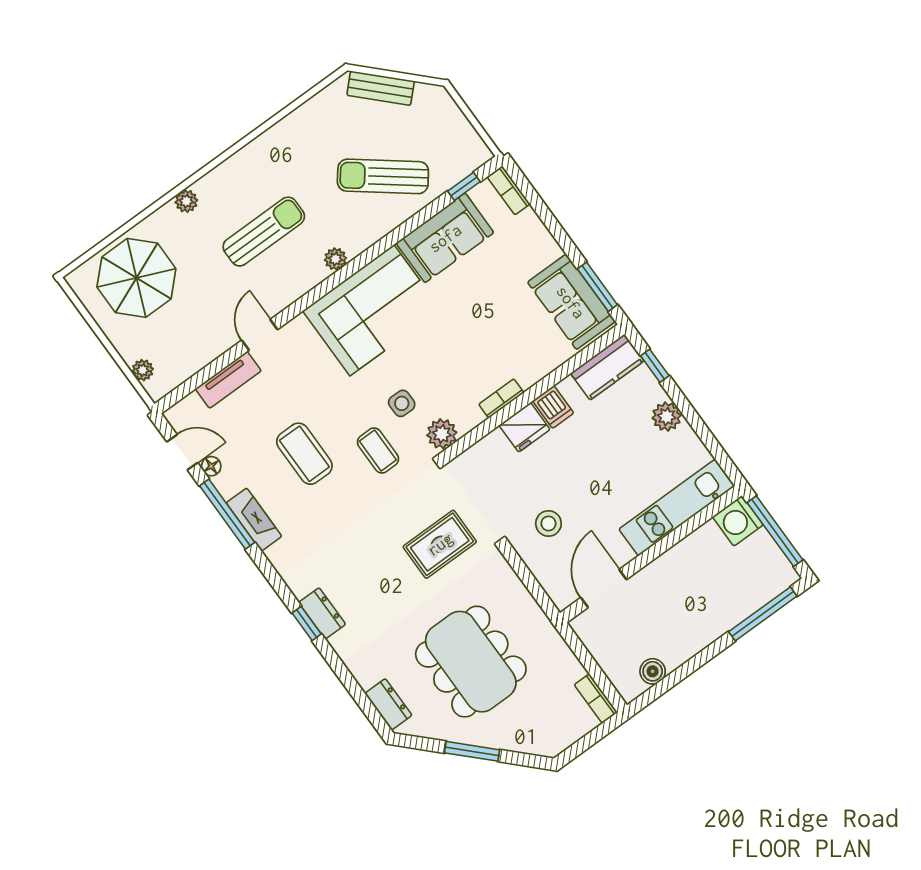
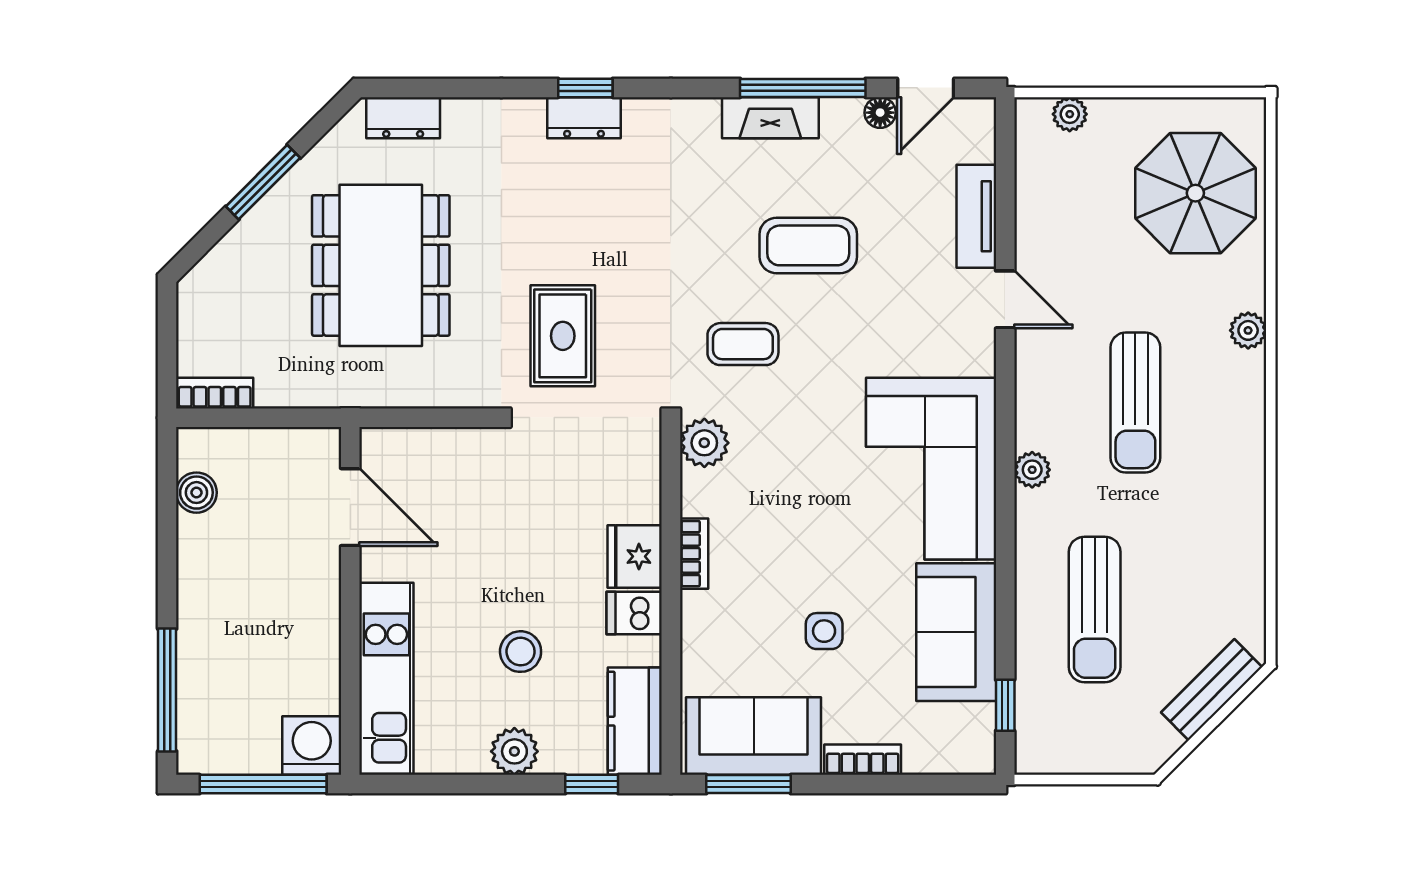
sun lounger: (383, 176) -> (1095, 609), turned 142
bookcase: (509, 190) -> (863, 760), moved
side table: (402, 403) -> (824, 631), moved
stool: (548, 523) -> (521, 652), moved
dining table: (471, 662) -> (381, 265), turned 90

